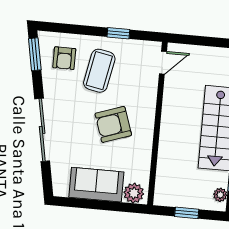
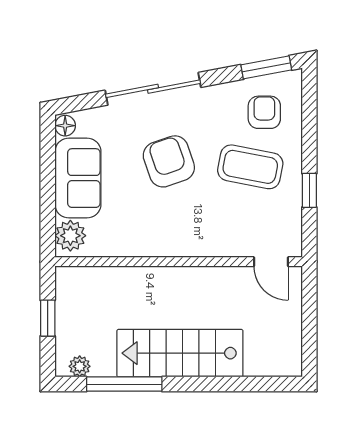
armchair: (64, 58) -> (264, 112), turned 90
armchair: (113, 124) -> (169, 161), moved
floor lamp: (61, 190) -> (65, 126), added

